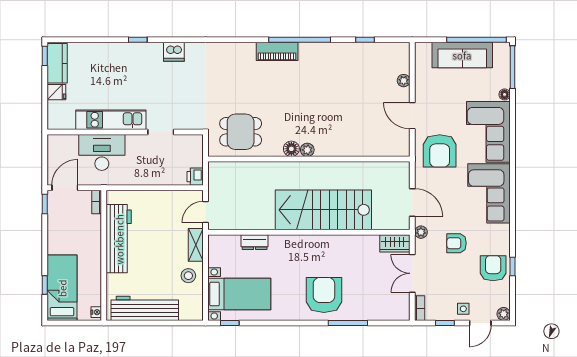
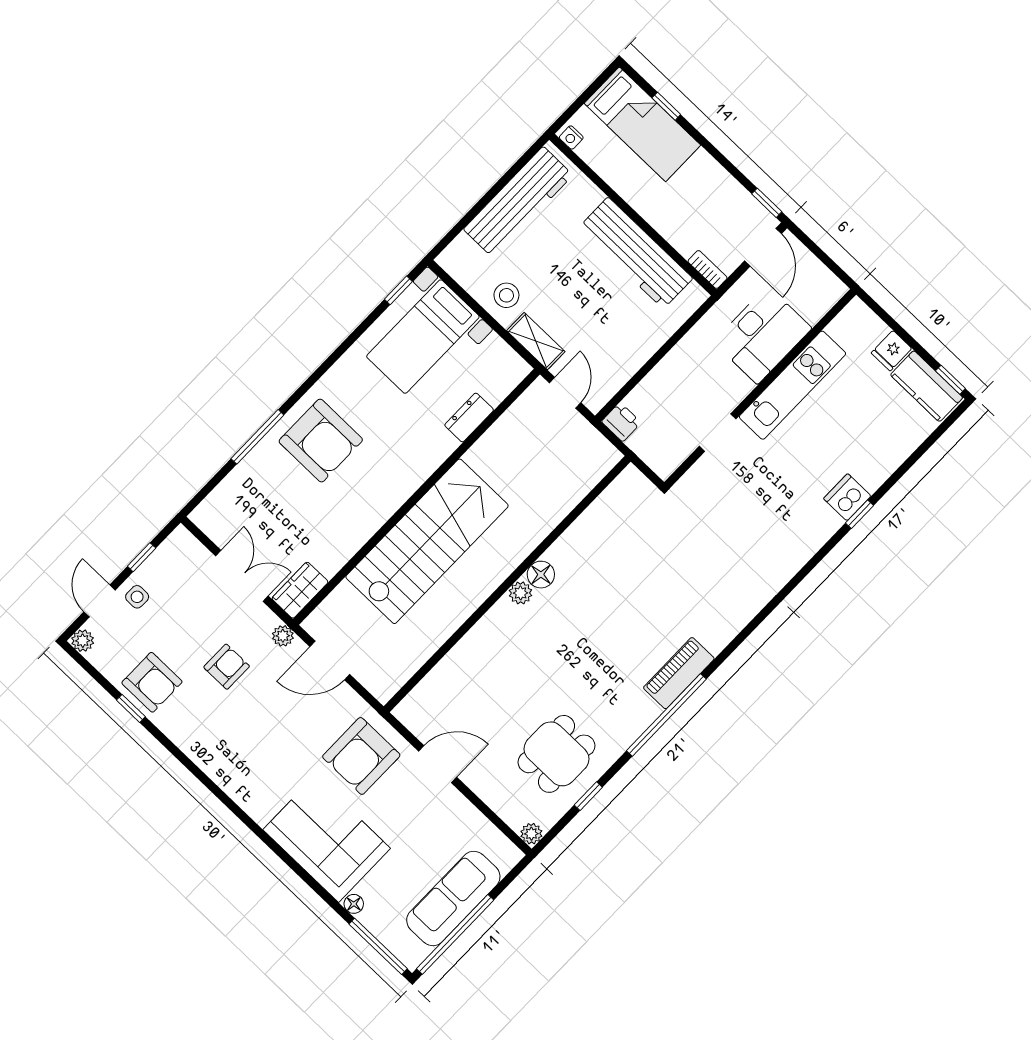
dishwasher: (174, 52) -> (847, 497), moved
plant: (404, 81) -> (531, 834), moved
dining table: (241, 132) -> (556, 754), moved
armchair: (440, 151) -> (361, 756), turned -90
corner sofa: (489, 193) -> (250, 766), removed
bookcase: (420, 308) -> (190, 544), removed

